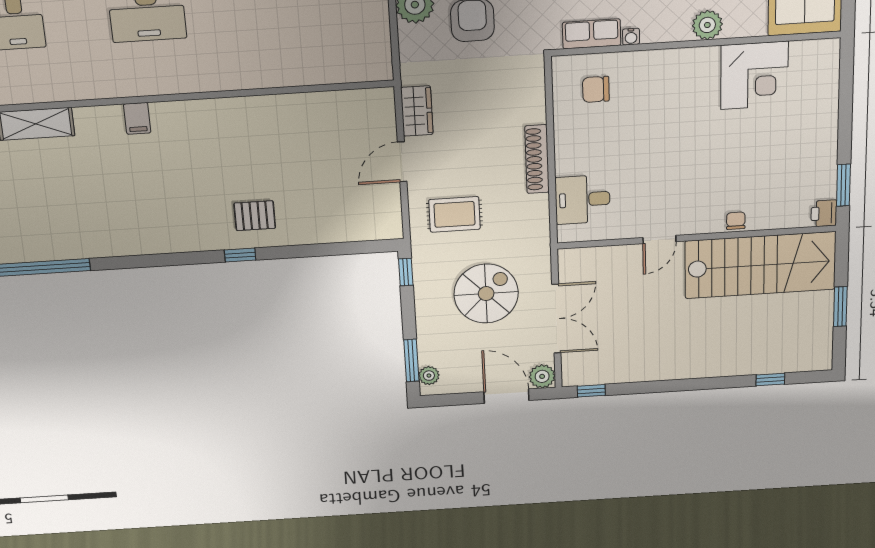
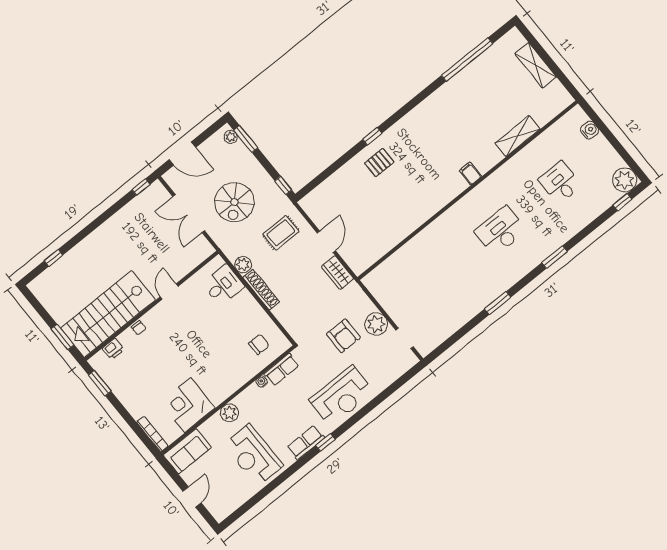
bookcase: (832, 70) -> (152, 434), added
printer: (824, 213) -> (113, 349), moved, turned 90
window: (840, 307) -> (62, 337), moved
plant: (542, 376) -> (243, 265), moved

